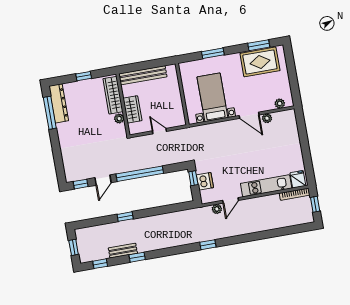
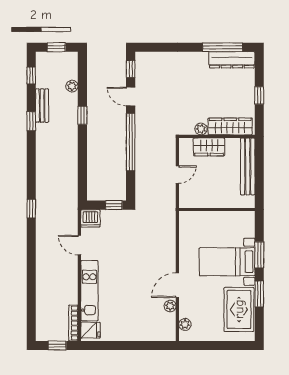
window: (259, 45) -> (259, 294), moved
bed with nightstands: (212, 97) -> (227, 262), moved, turned 180
dishwasher: (205, 181) -> (90, 218), moved
plant: (217, 209) -> (72, 86), moved

